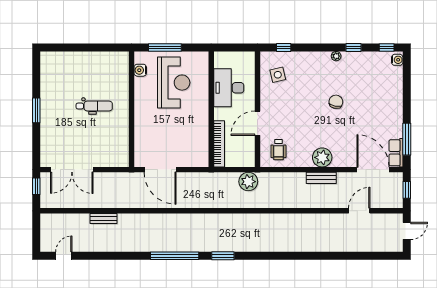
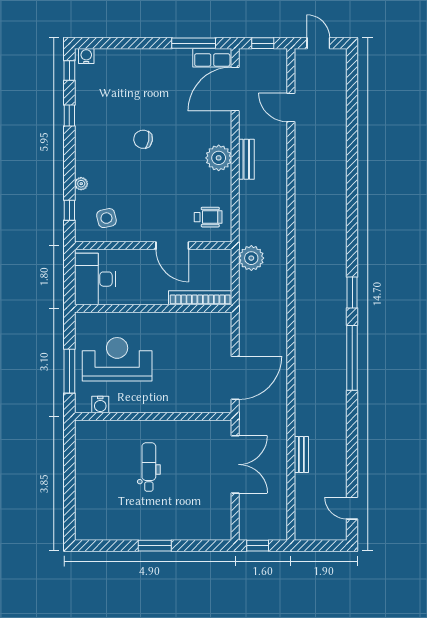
plant: (336, 56) -> (81, 184), moved
desk: (229, 88) -> (95, 279), moved, turned 90
double door: (72, 170) -> (235, 464), moved

